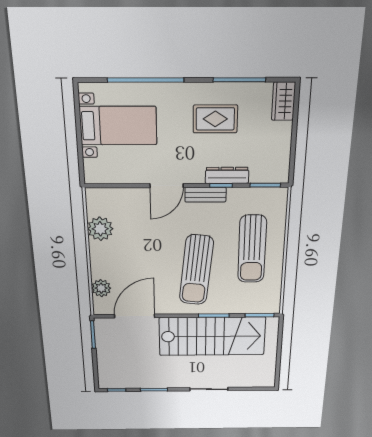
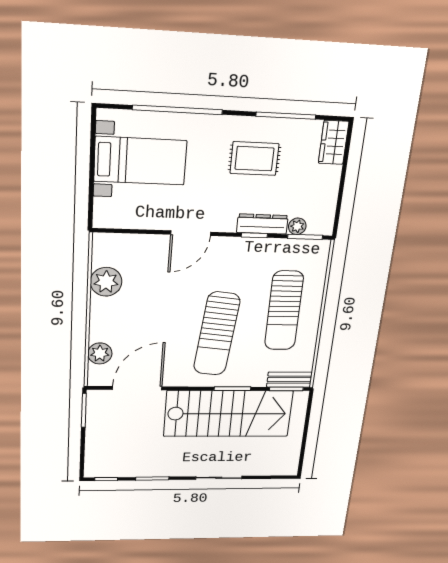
plant: (257, 176) -> (297, 226), added
bench: (205, 195) -> (289, 380), moved

